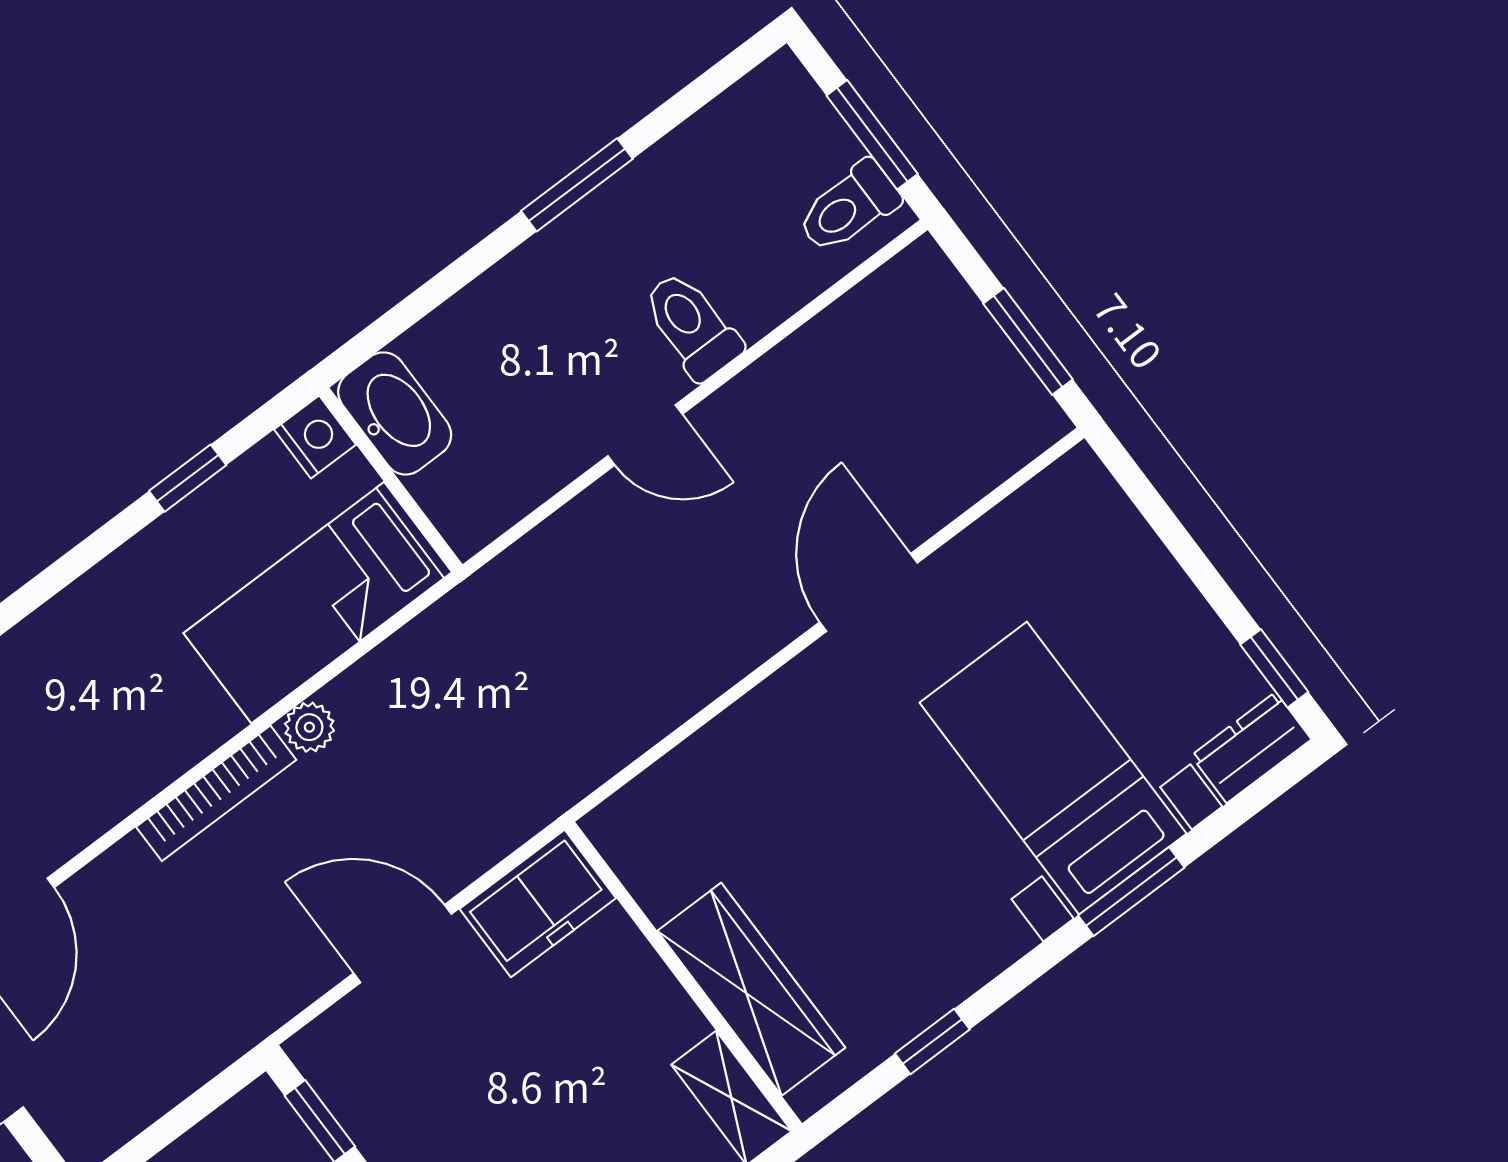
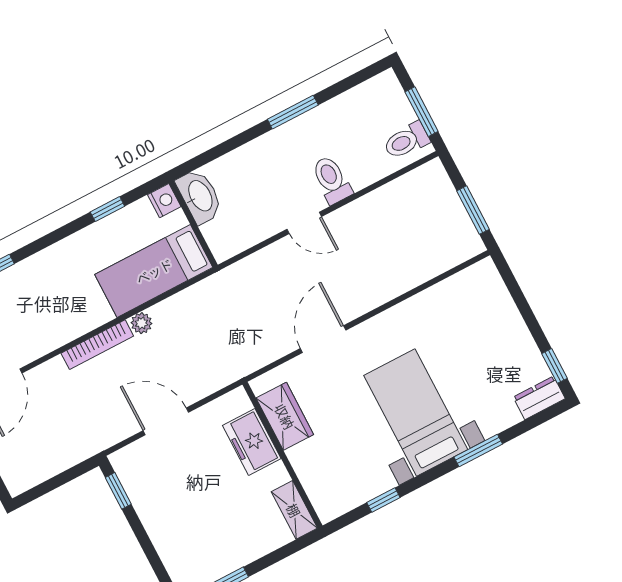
door: (868, 593) -> (323, 339), moved
bed with nightstands: (1053, 768) -> (416, 412), moved
freezer: (538, 903) -> (252, 442), moved, turned 90
wardrobe: (751, 989) -> (285, 416), moved, width x0.67

